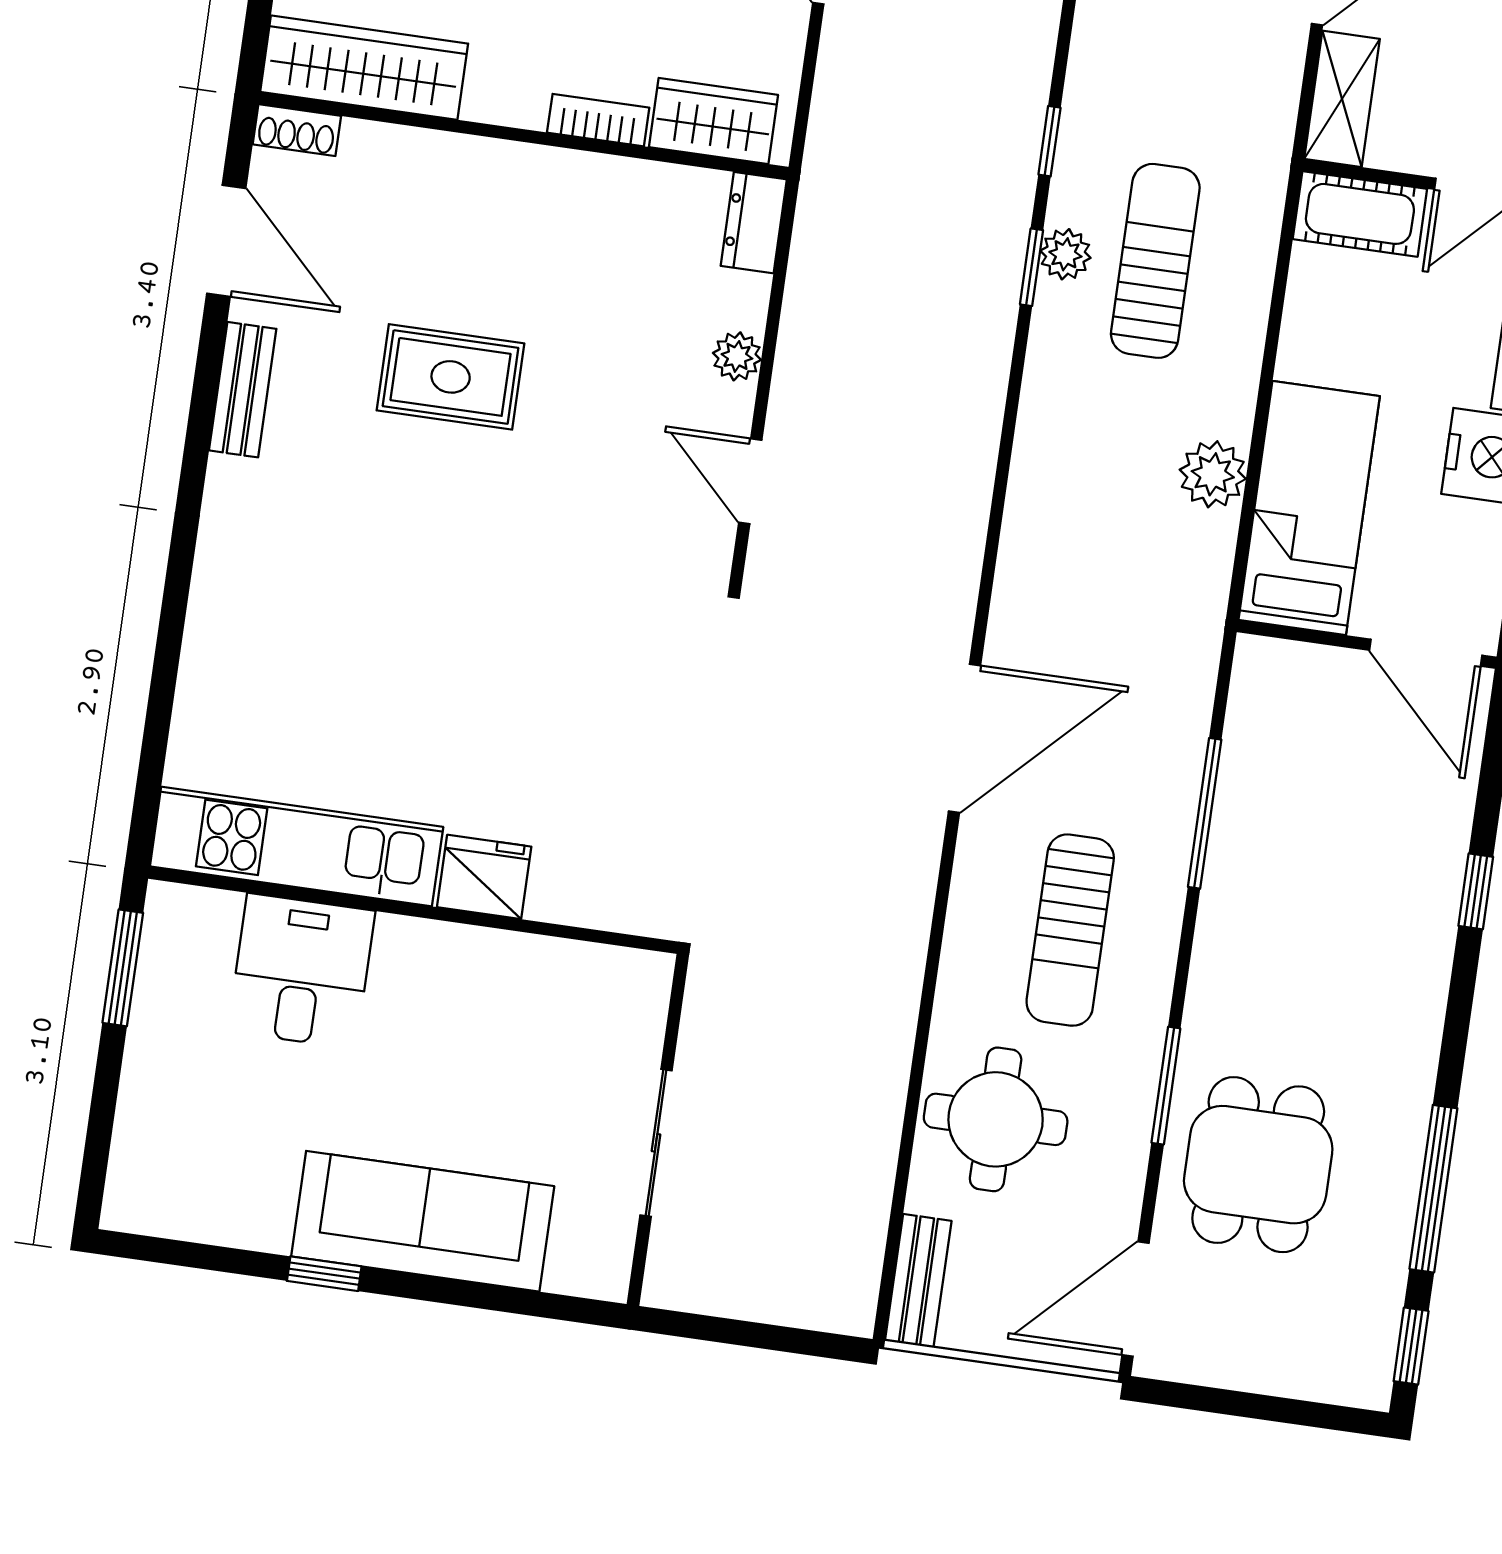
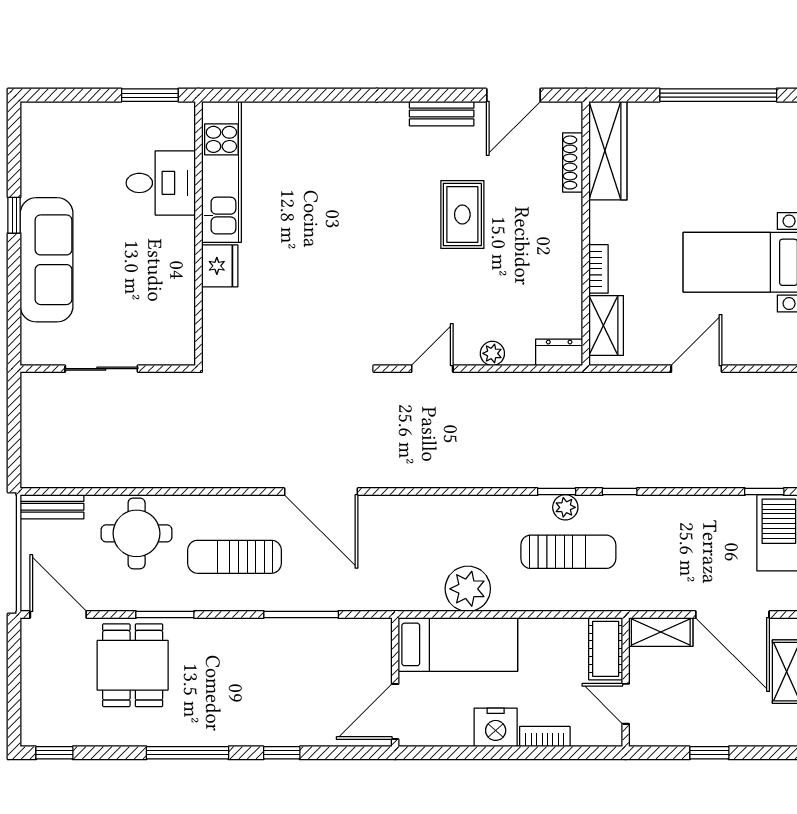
shoe rack: (297, 130) -> (573, 162), moved, width x1.43
plant: (1213, 474) -> (468, 589), width x1.36, depth x1.36
dining table: (1258, 1165) -> (133, 665), turned 90
window: (1433, 1189) -> (188, 753), moved

